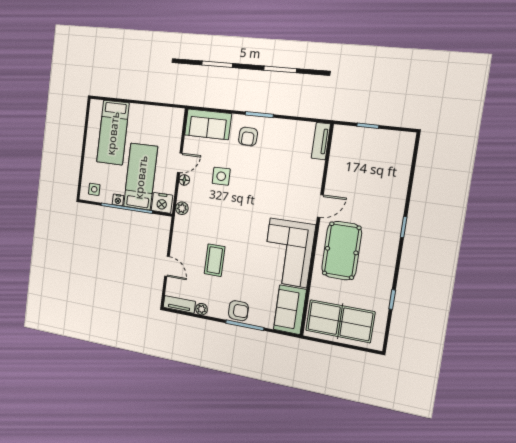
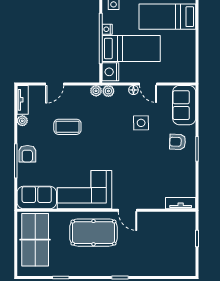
plant: (180, 222) -> (96, 91), added

